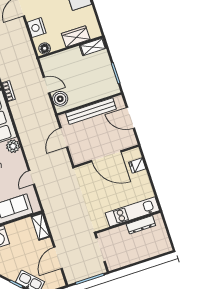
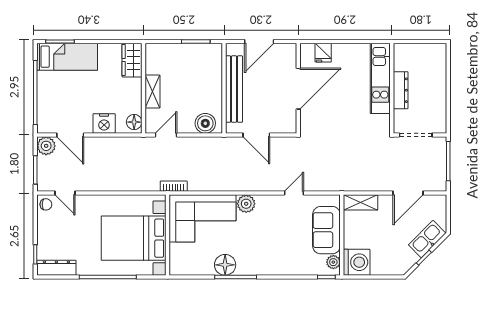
wardrobe: (76, 36) -> (132, 60), moved
shelving: (93, 47) -> (152, 92), moved
door: (46, 85) -> (166, 135), moved
door: (32, 178) -> (294, 193), swing flipped
dresser: (141, 225) -> (401, 90), moved
door: (58, 258) -> (408, 193), hinge flipped

